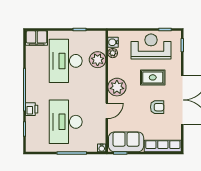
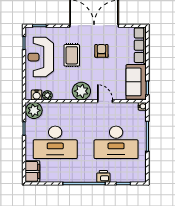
plant: (98, 60) -> (34, 110), moved

